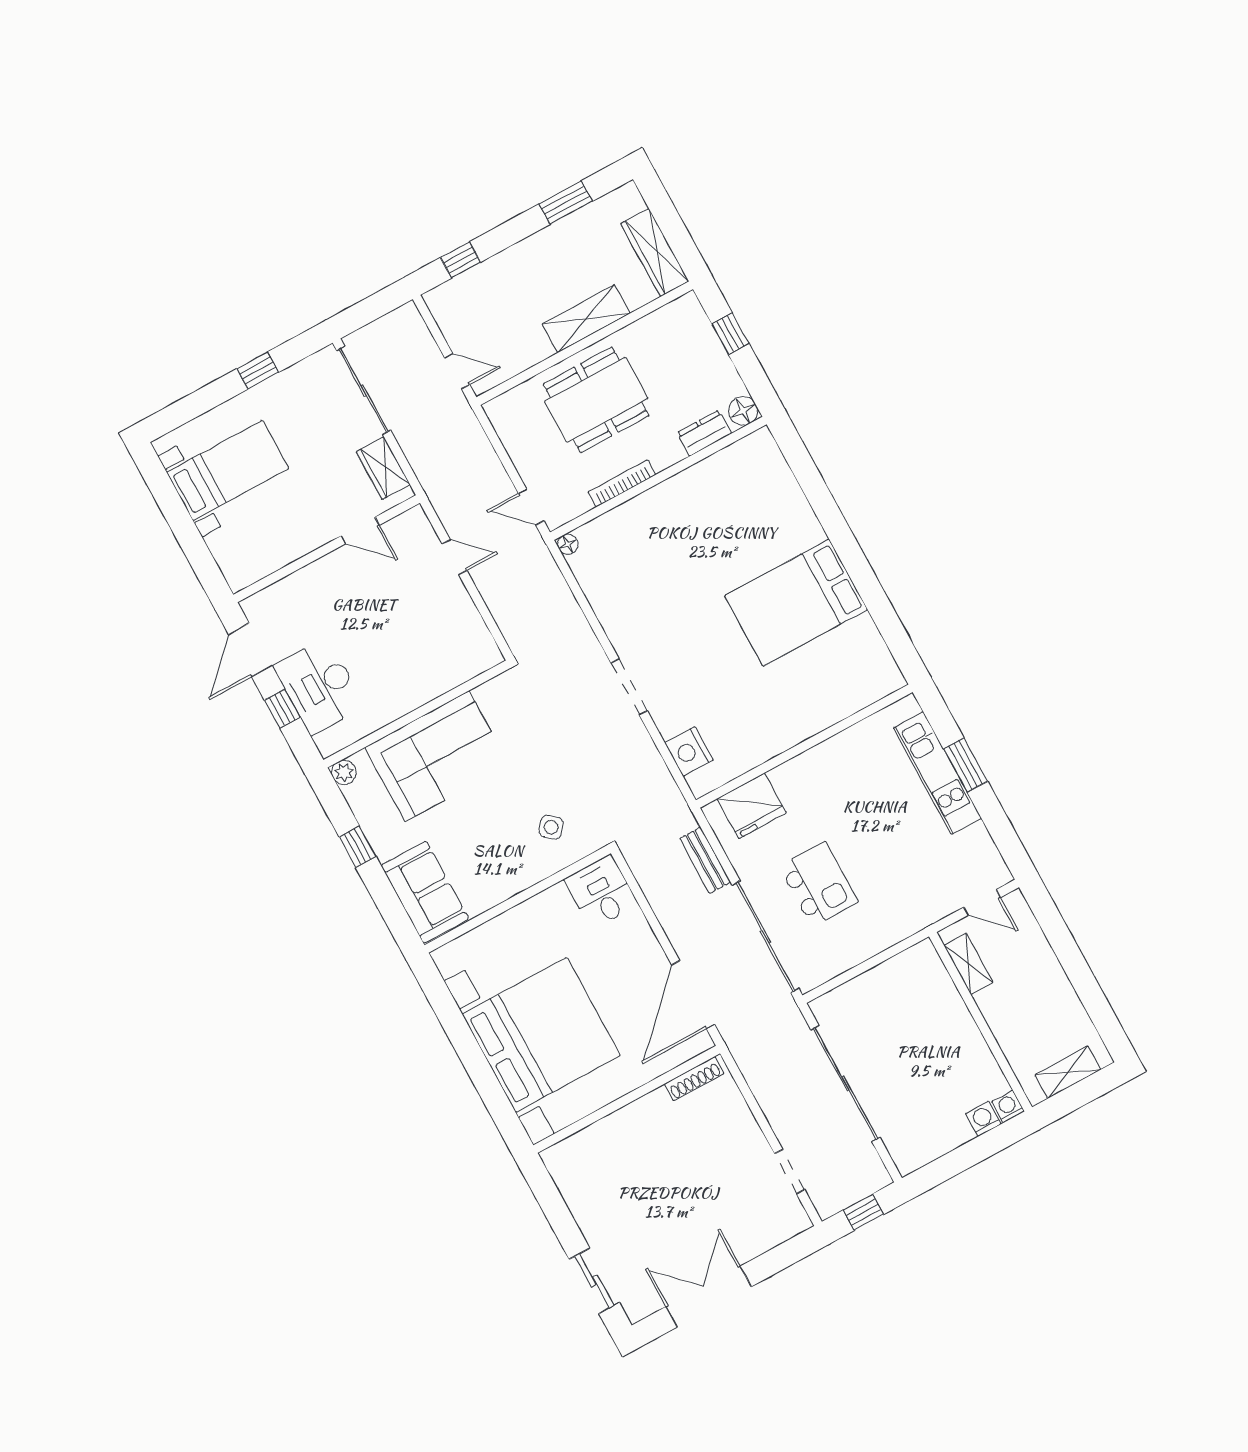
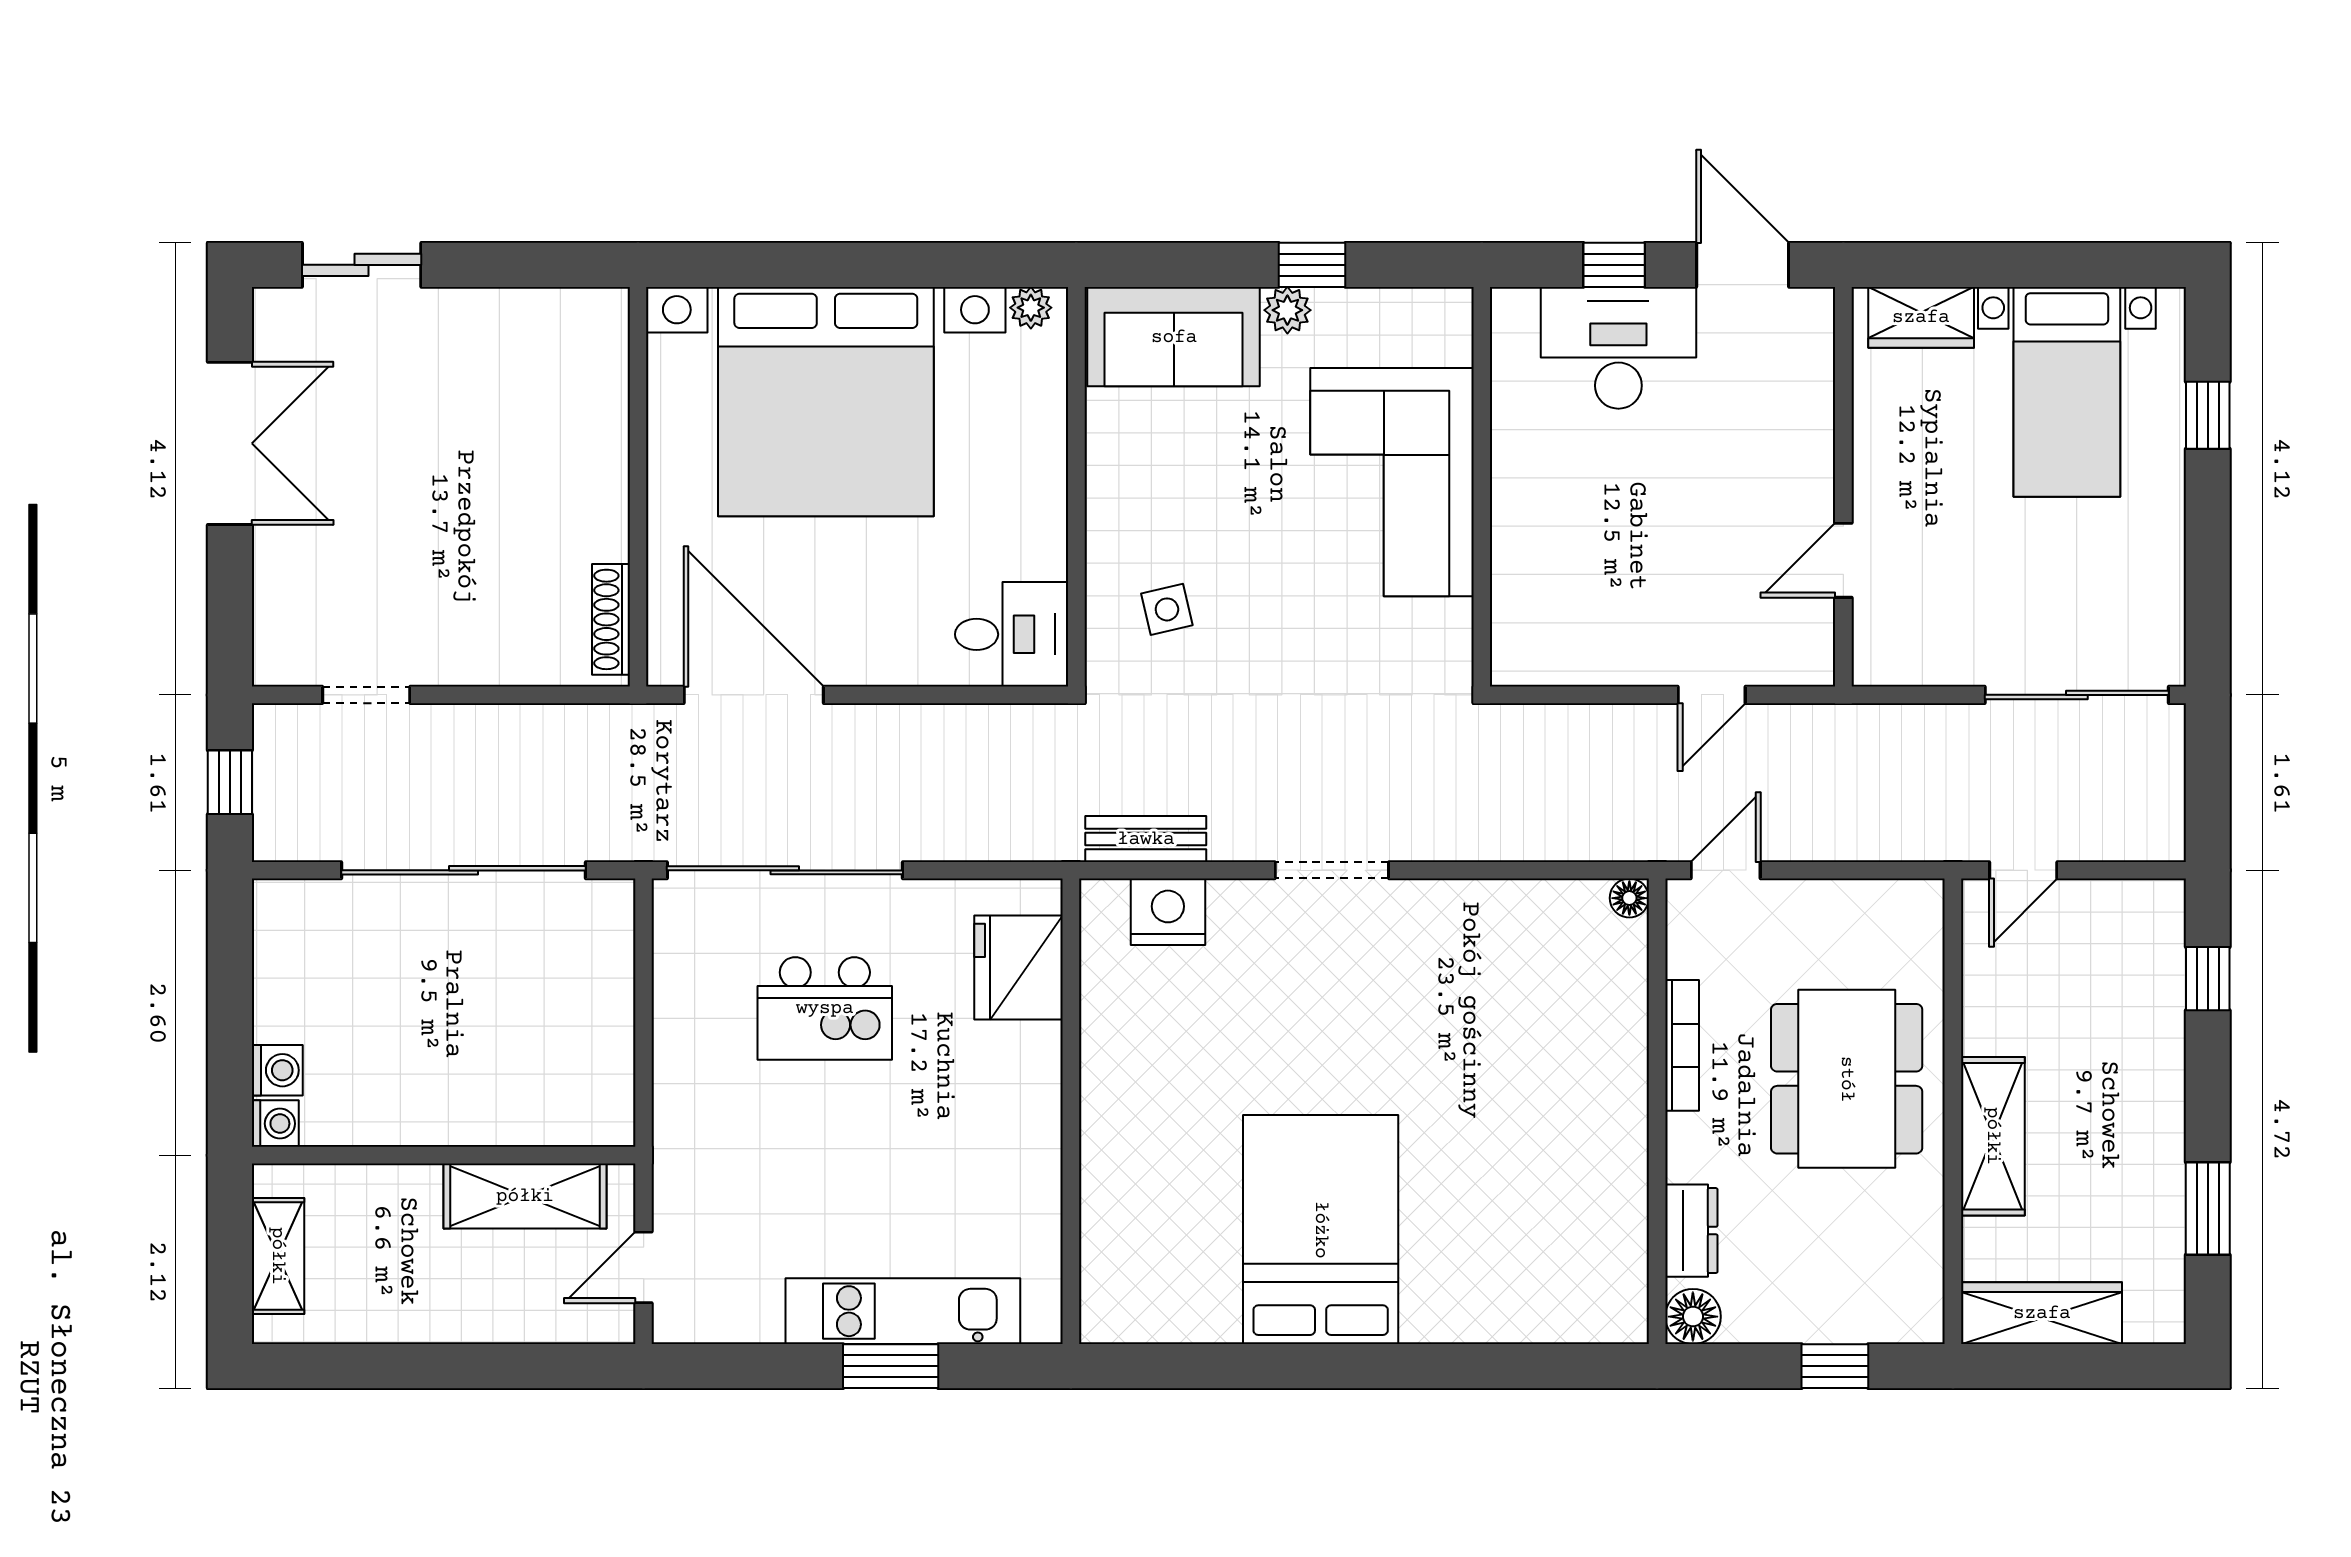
window: (258, 371) -> (2208, 415), moved
wardrobe: (383, 468) -> (1921, 317), moved, turned 180
plant: (344, 772) -> (1287, 310), moved
side table: (551, 827) -> (1167, 609), turned 35
bench: (705, 860) -> (1146, 839), moved
shelving: (968, 964) -> (525, 1196), width x1.50, depth x1.33
plant: (447, 965) -> (1031, 308), added

